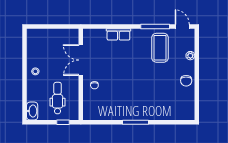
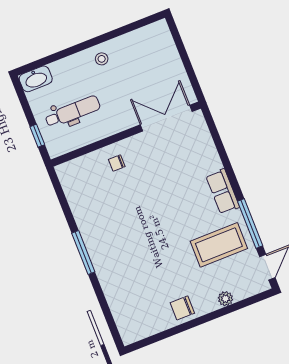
row of seats: (118, 34) -> (223, 191), moved
double door: (81, 60) -> (166, 118), moved

